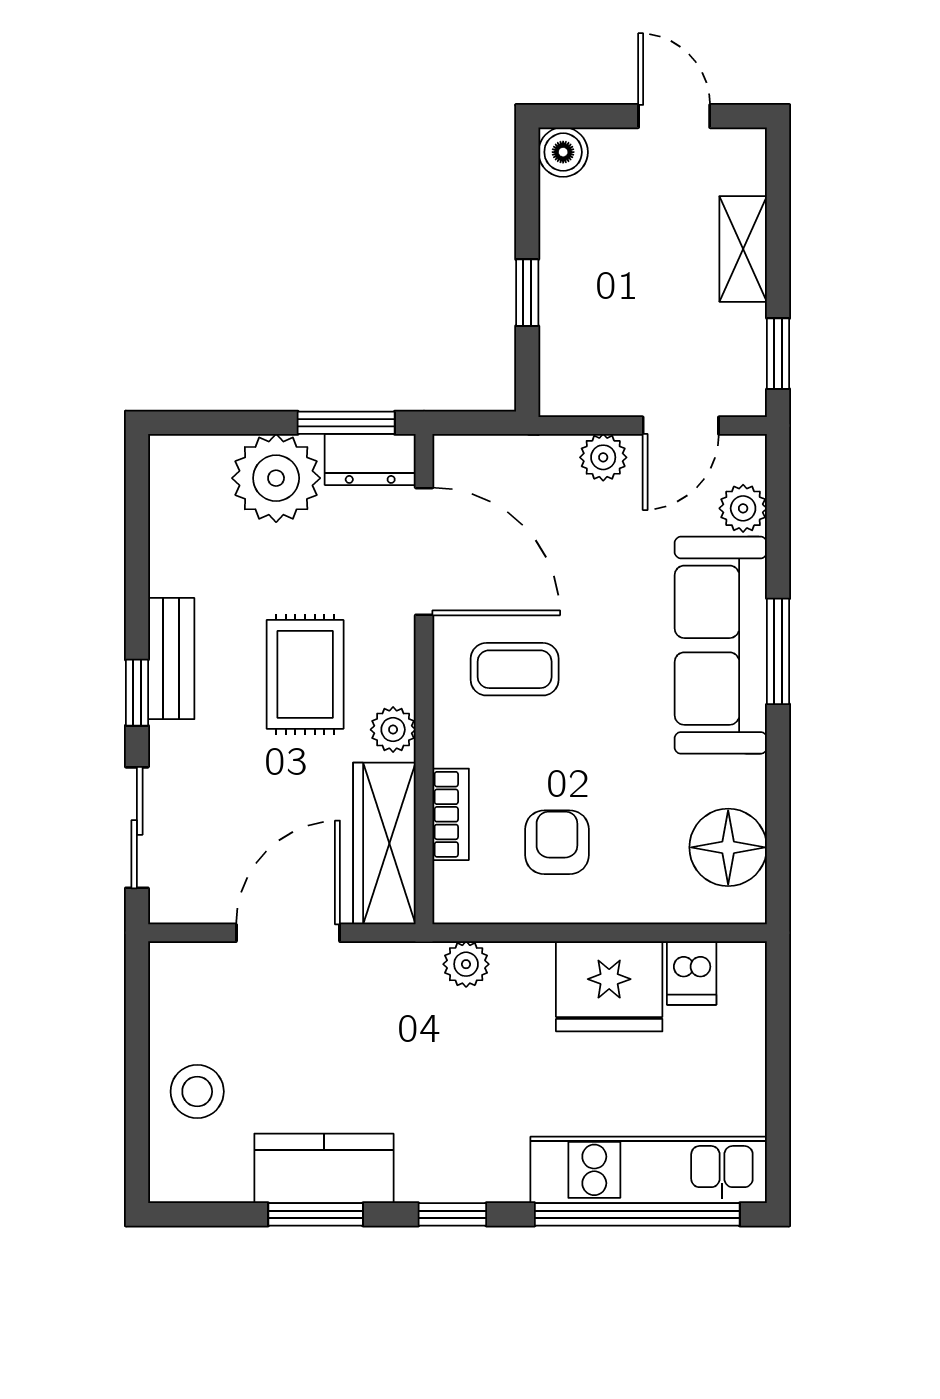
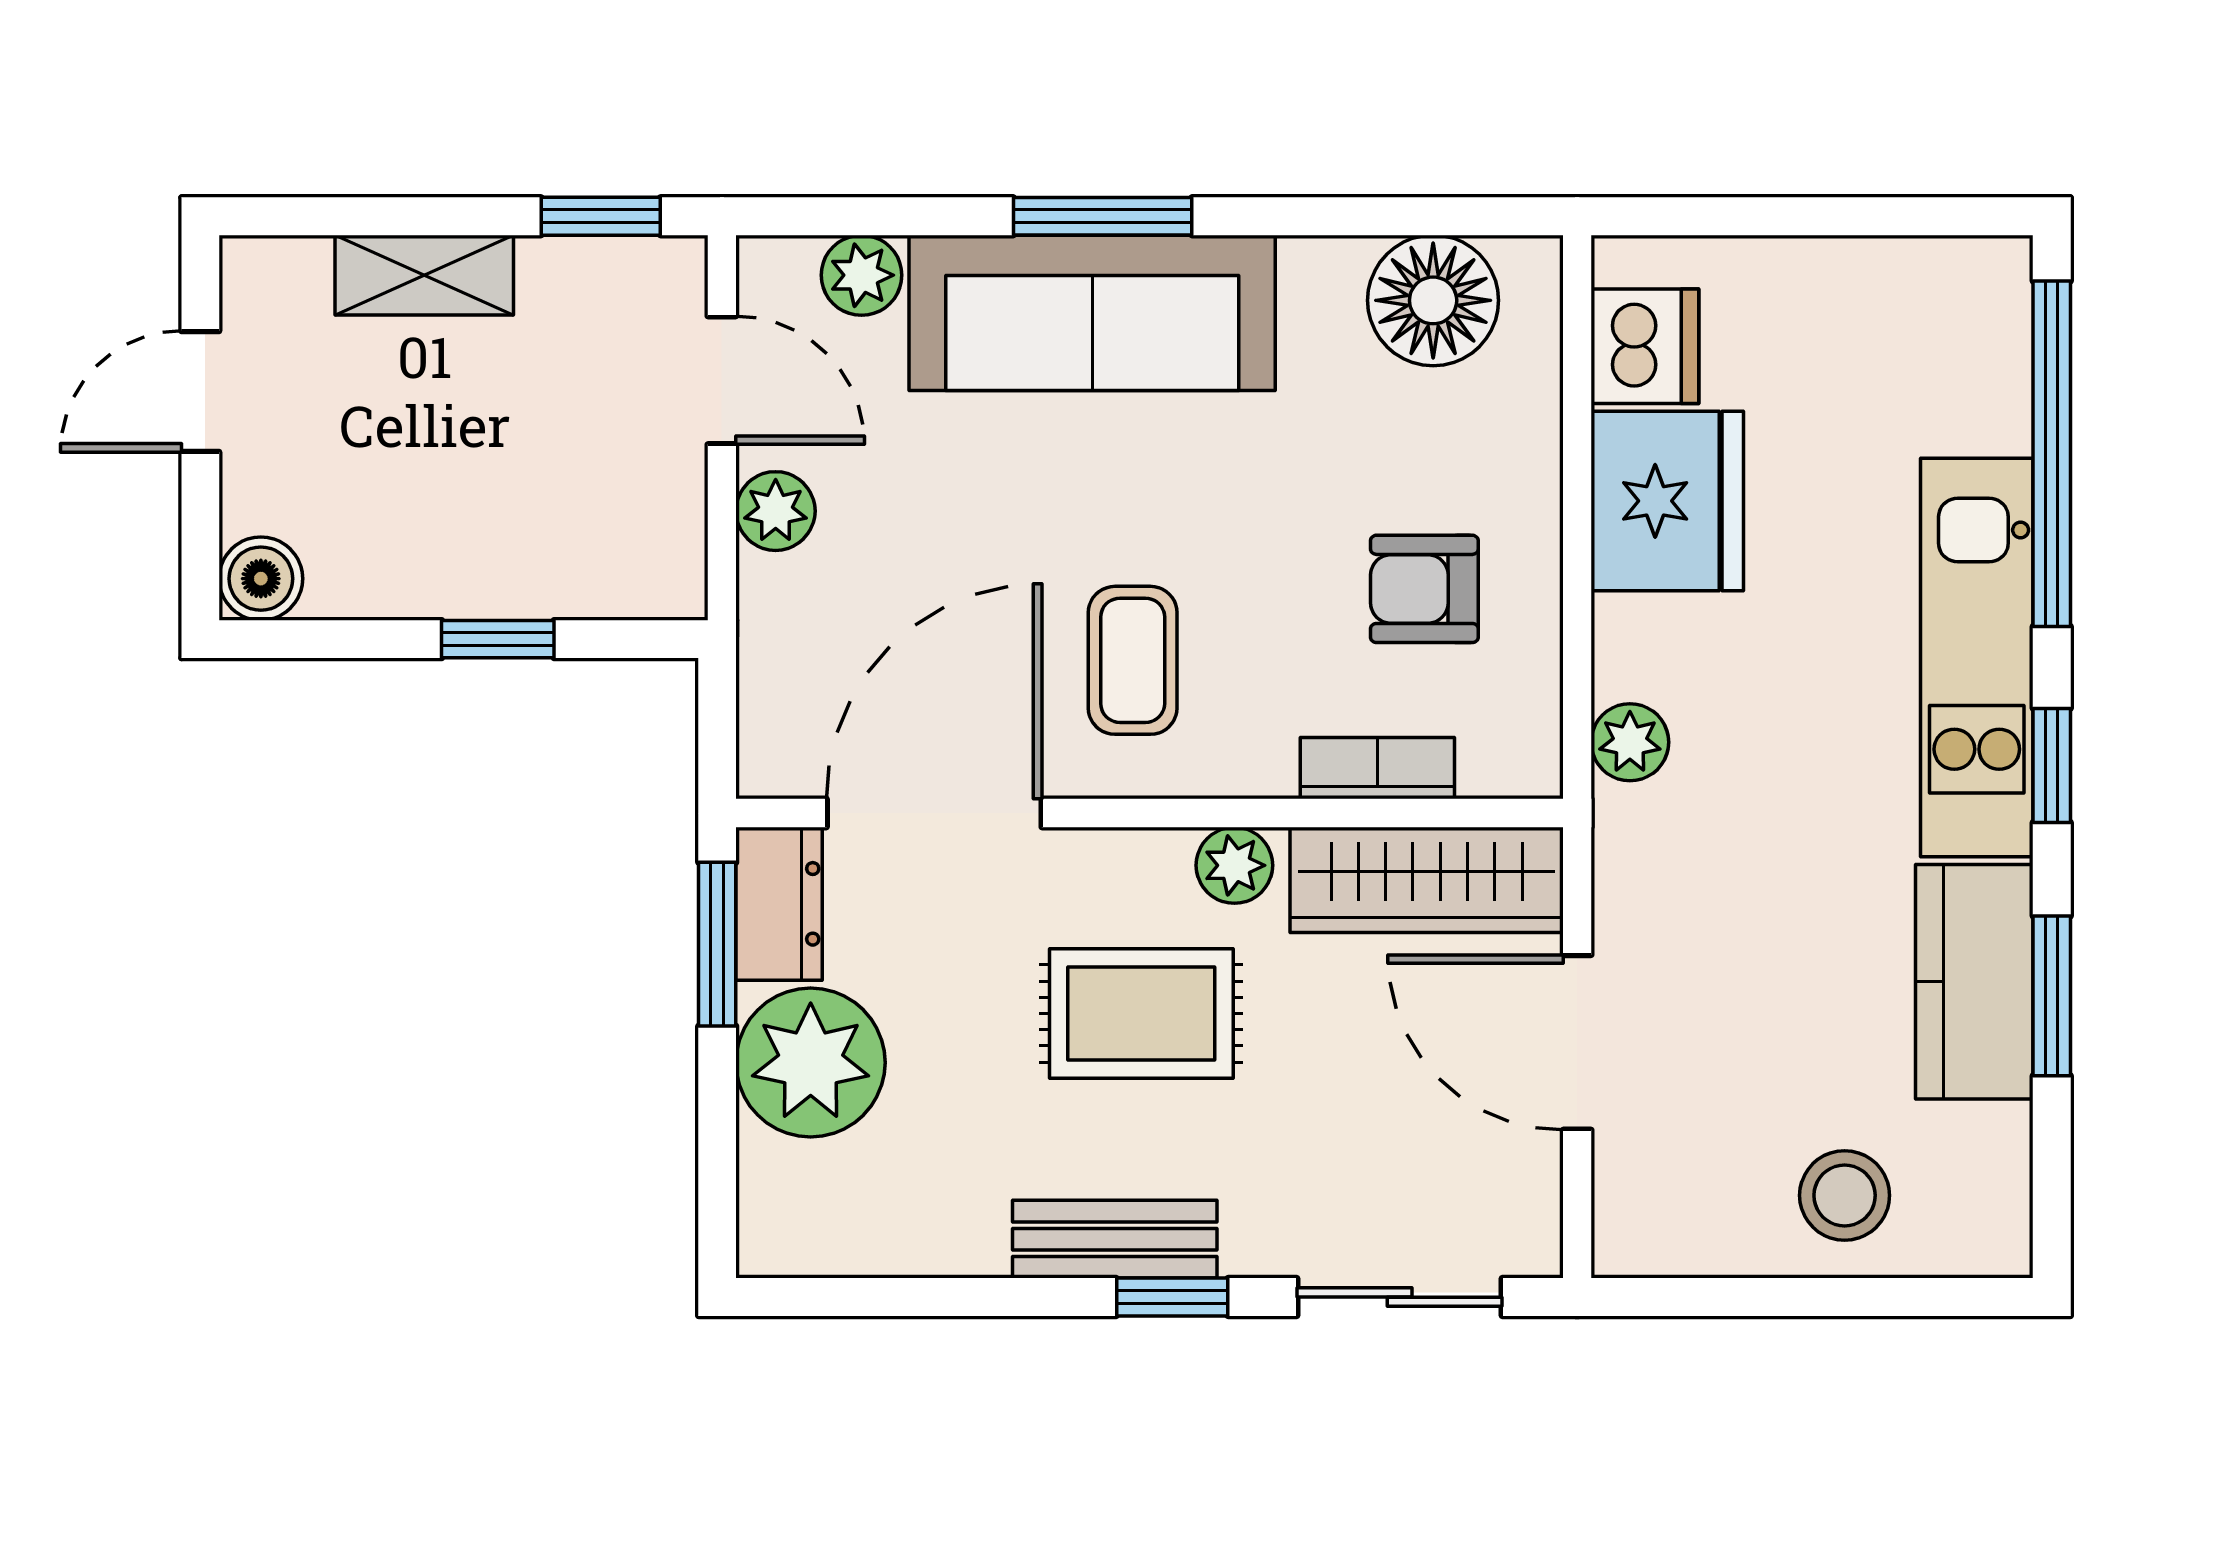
dishwasher: (692, 973) -> (1645, 346), width x1.38
kitchen unit: (649, 1170) -> (1977, 658), moved

